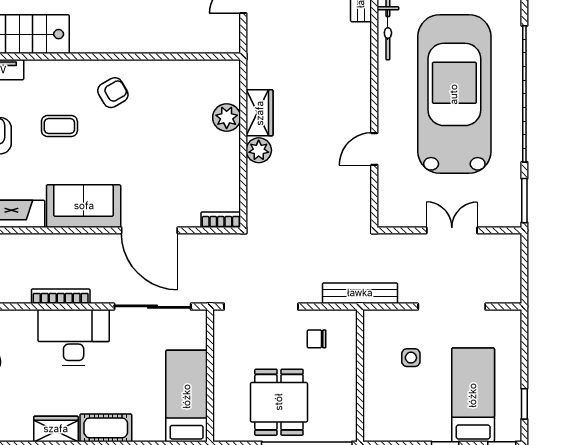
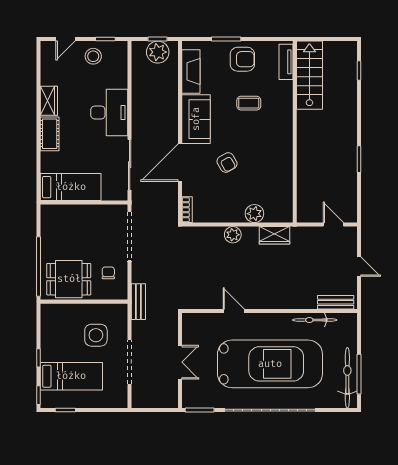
armchair: (113, 93) -> (227, 162), moved
wardrobe: (260, 113) -> (275, 235), moved
coffee table: (59, 126) -> (249, 103), turned 90
bench: (360, 293) -> (138, 302), width x0.73
bookcase: (61, 296) -> (136, 104), removed
side table: (411, 358) -> (96, 335), width x1.87, depth x1.87
dining table: (279, 402) -> (69, 279), moved

